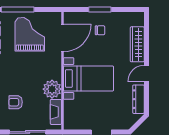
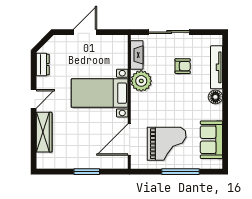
chair: (100, 30) -> (87, 148), removed
grand piano: (30, 34) -> (167, 144), turned -90
dresser: (138, 99) -> (43, 64), width x0.70

